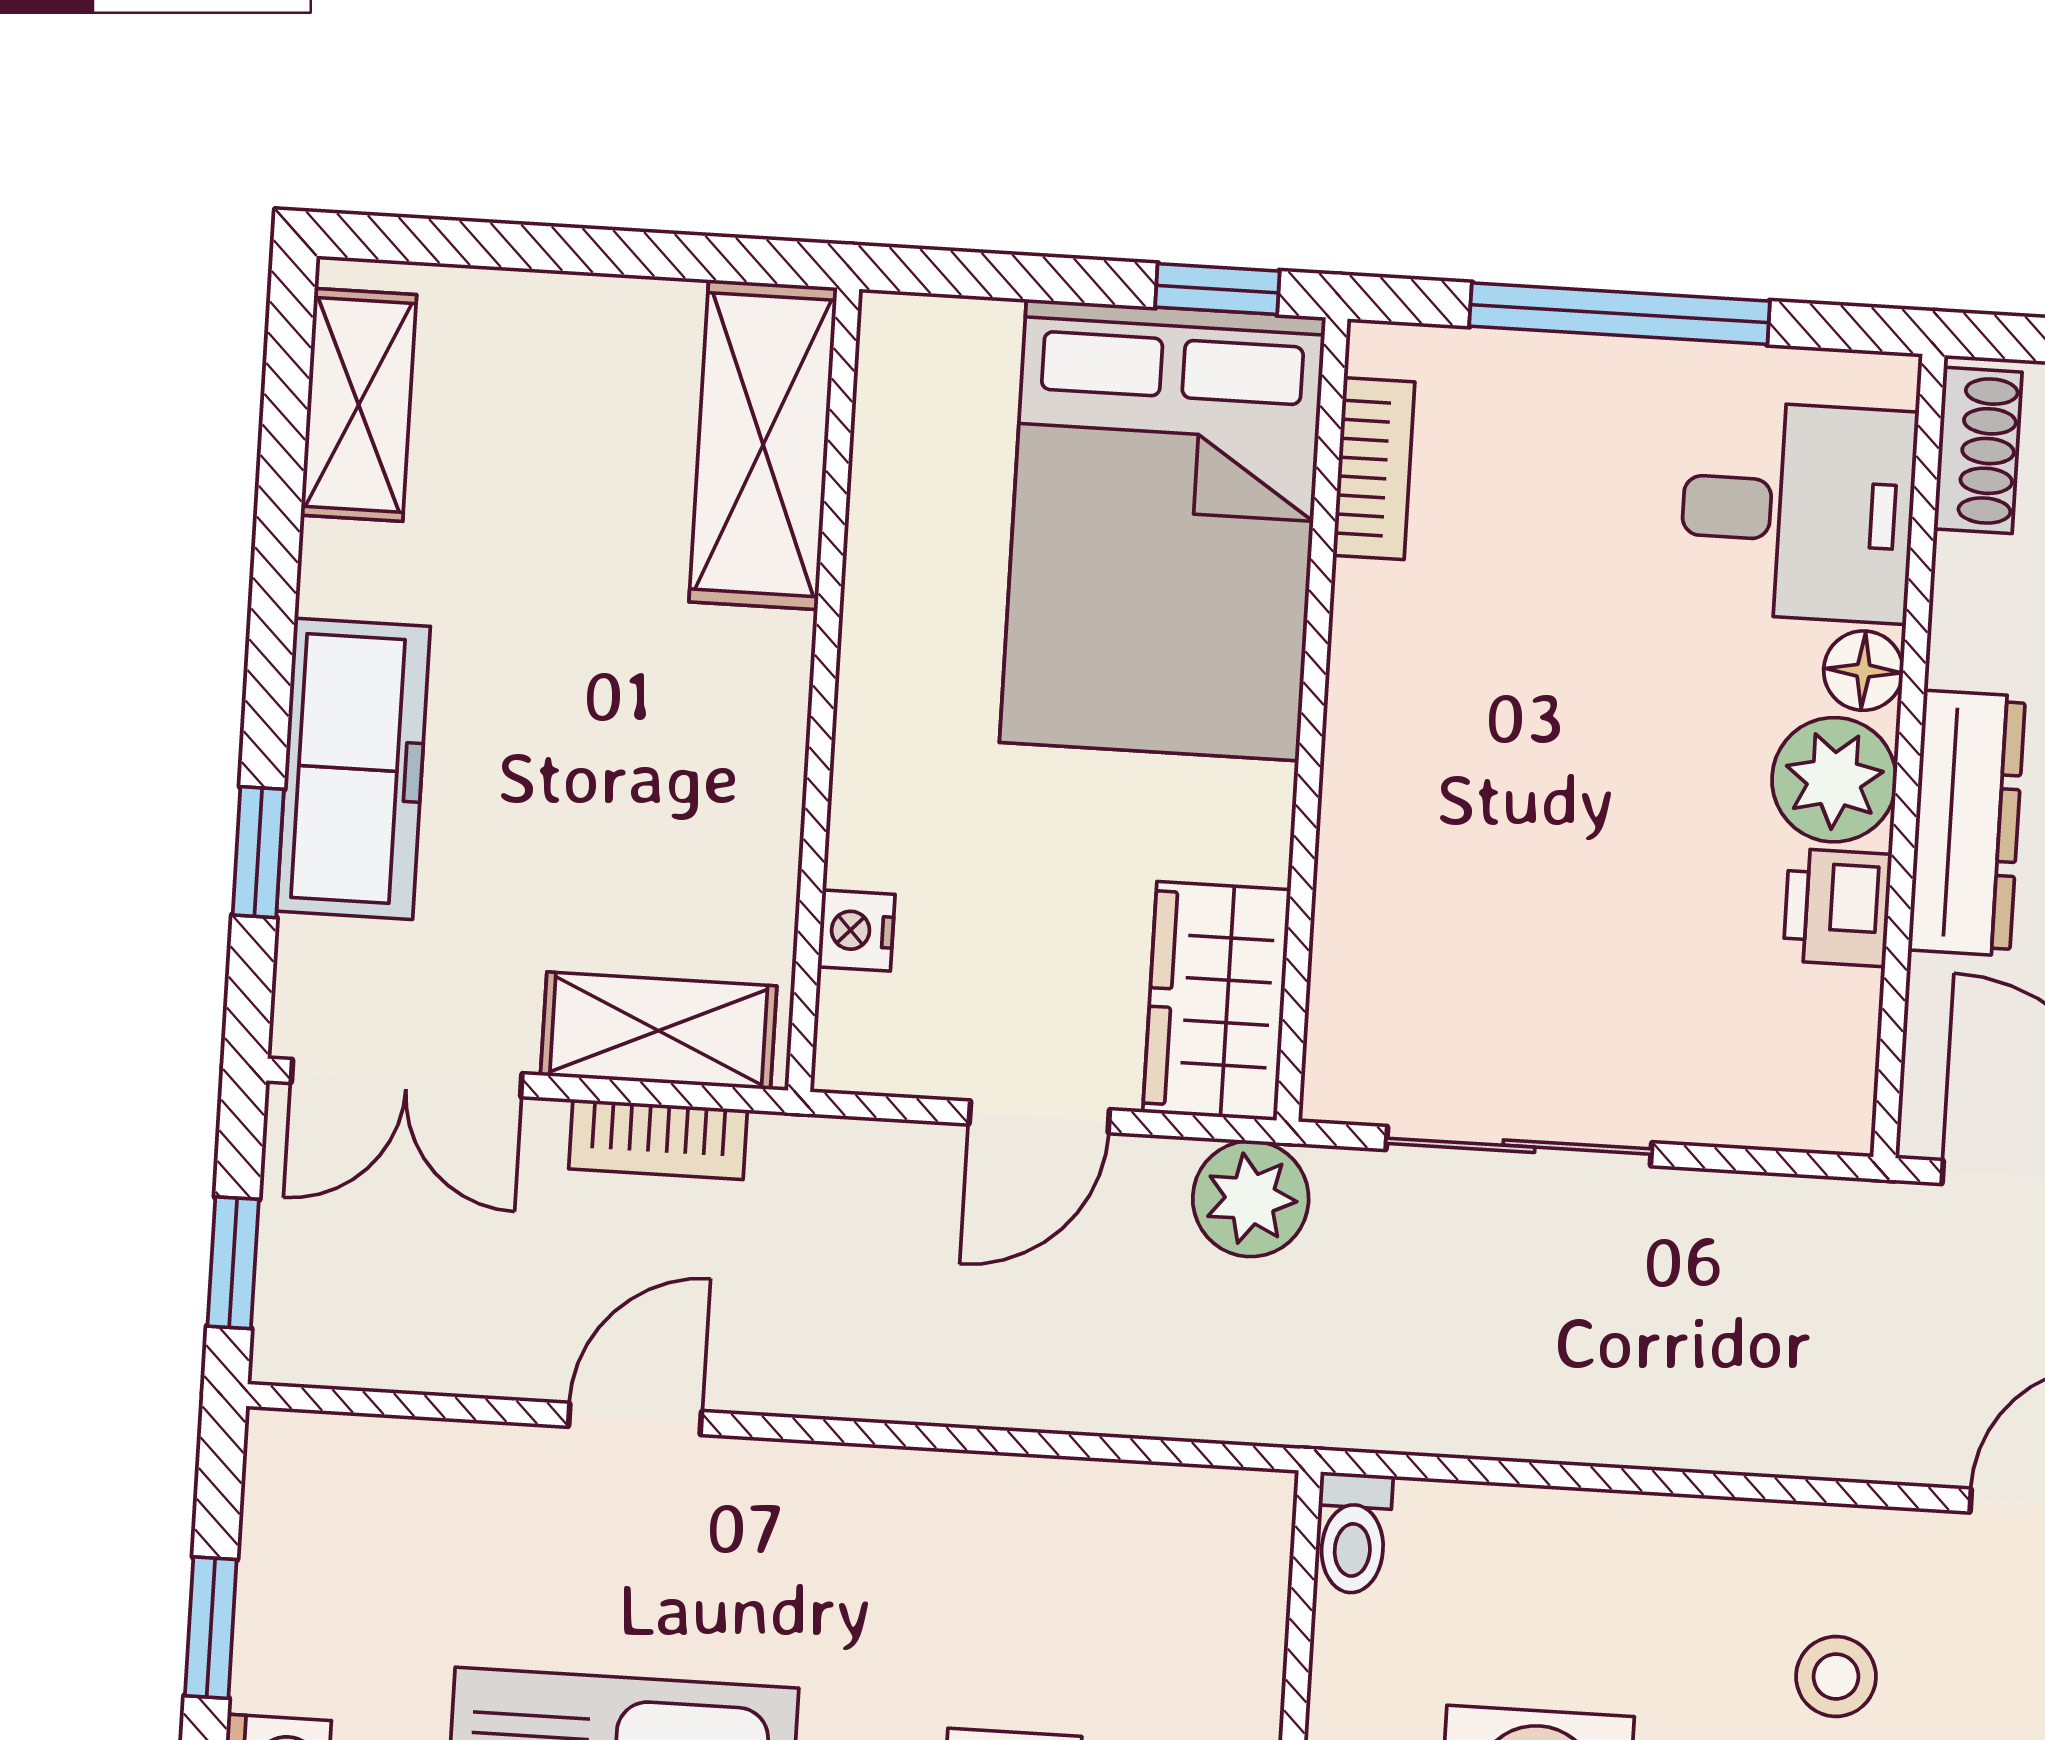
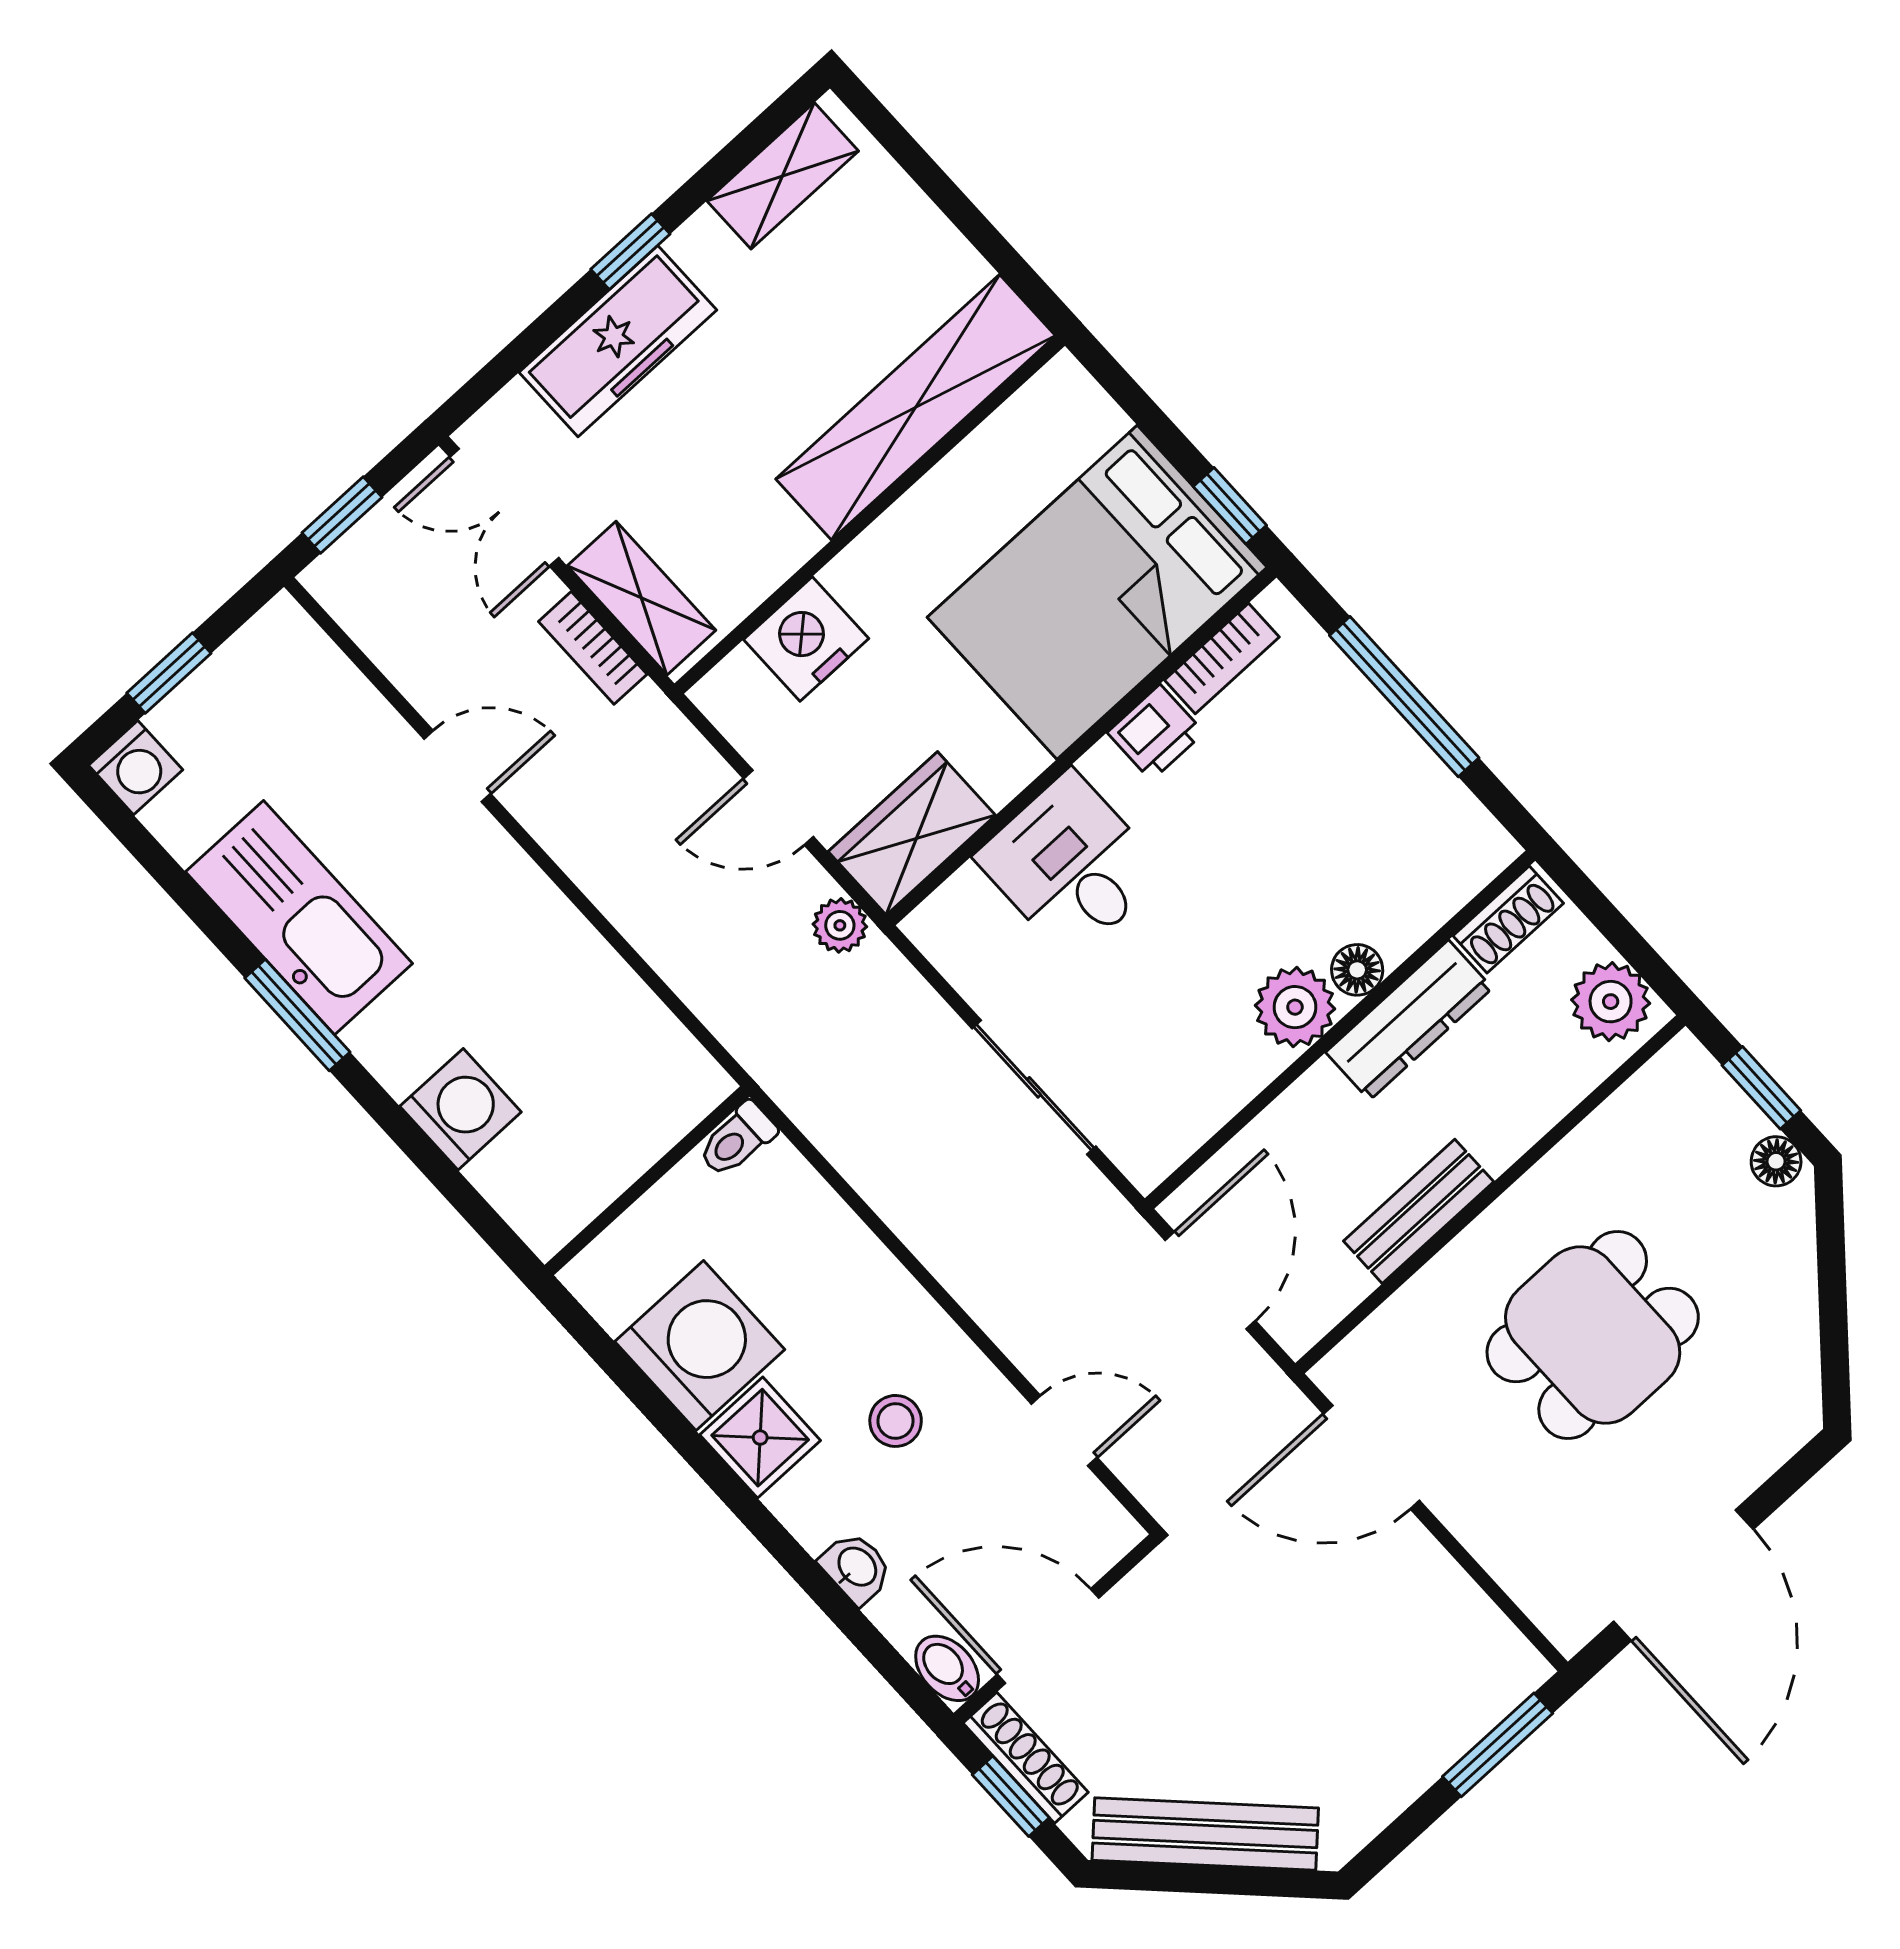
shelving: (763, 445) -> (916, 407), width x1.47
desk: (1798, 511) -> (1071, 865), moved, turned 180
dresser: (1967, 823) -> (1409, 1020), moved
window: (258, 852) -> (630, 252), moved
printer: (1837, 908) -> (1156, 732), moved, turned 180
nightstand: (856, 931) -> (806, 639), width x1.89, depth x1.79
sliding door: (1519, 1146) -> (1034, 1087), moved
plant: (1251, 1199) -> (840, 925), width x0.73, depth x0.73

